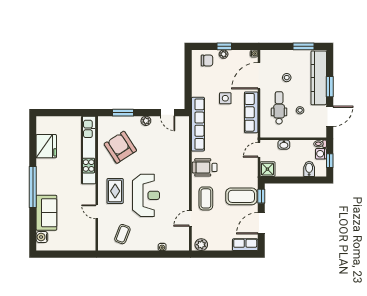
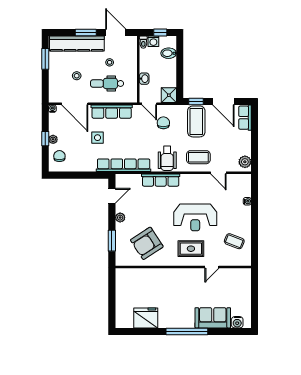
kitchen unit: (89, 150) -> (150, 275), removed
row of seats: (183, 161) -> (161, 180), added
chair: (240, 164) -> (163, 123), added
reception desk: (146, 195) -> (195, 217), turned 180

